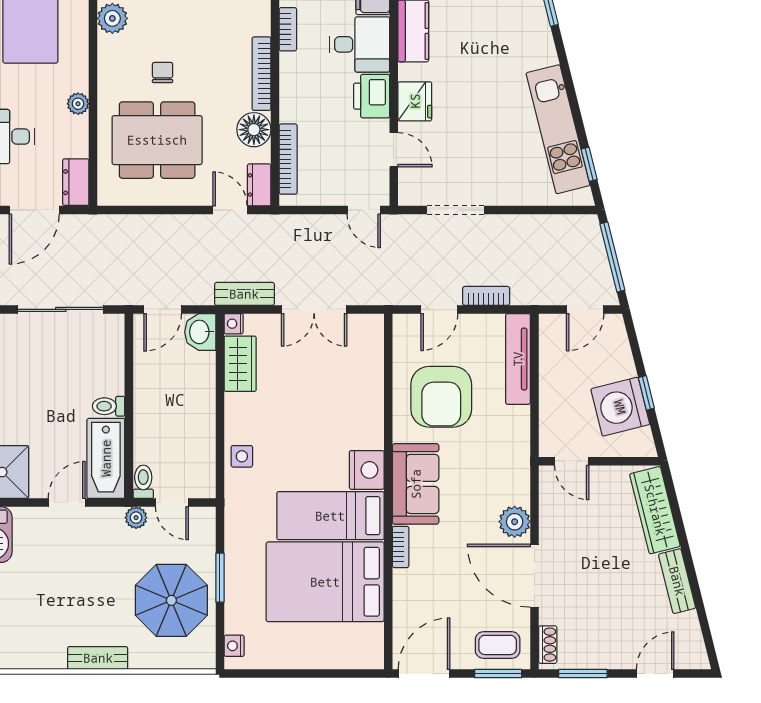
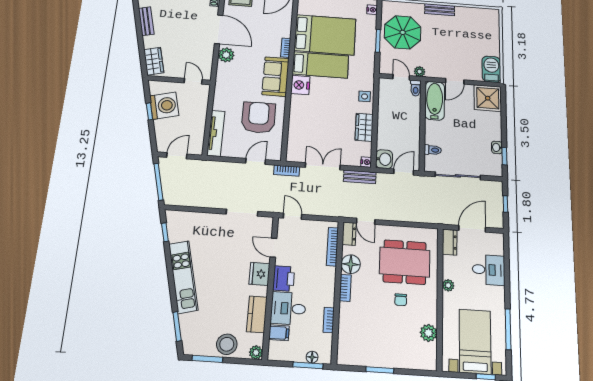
bookcase: (262, 74) -> (345, 288), width x0.64
kitchen unit: (558, 129) -> (183, 277), moved
bookcase: (486, 296) -> (287, 171), moved
wardrobe: (240, 364) -> (364, 127), moved
toilet: (109, 406) -> (433, 150), moved
wardrobe: (655, 510) -> (154, 61), width x0.67

